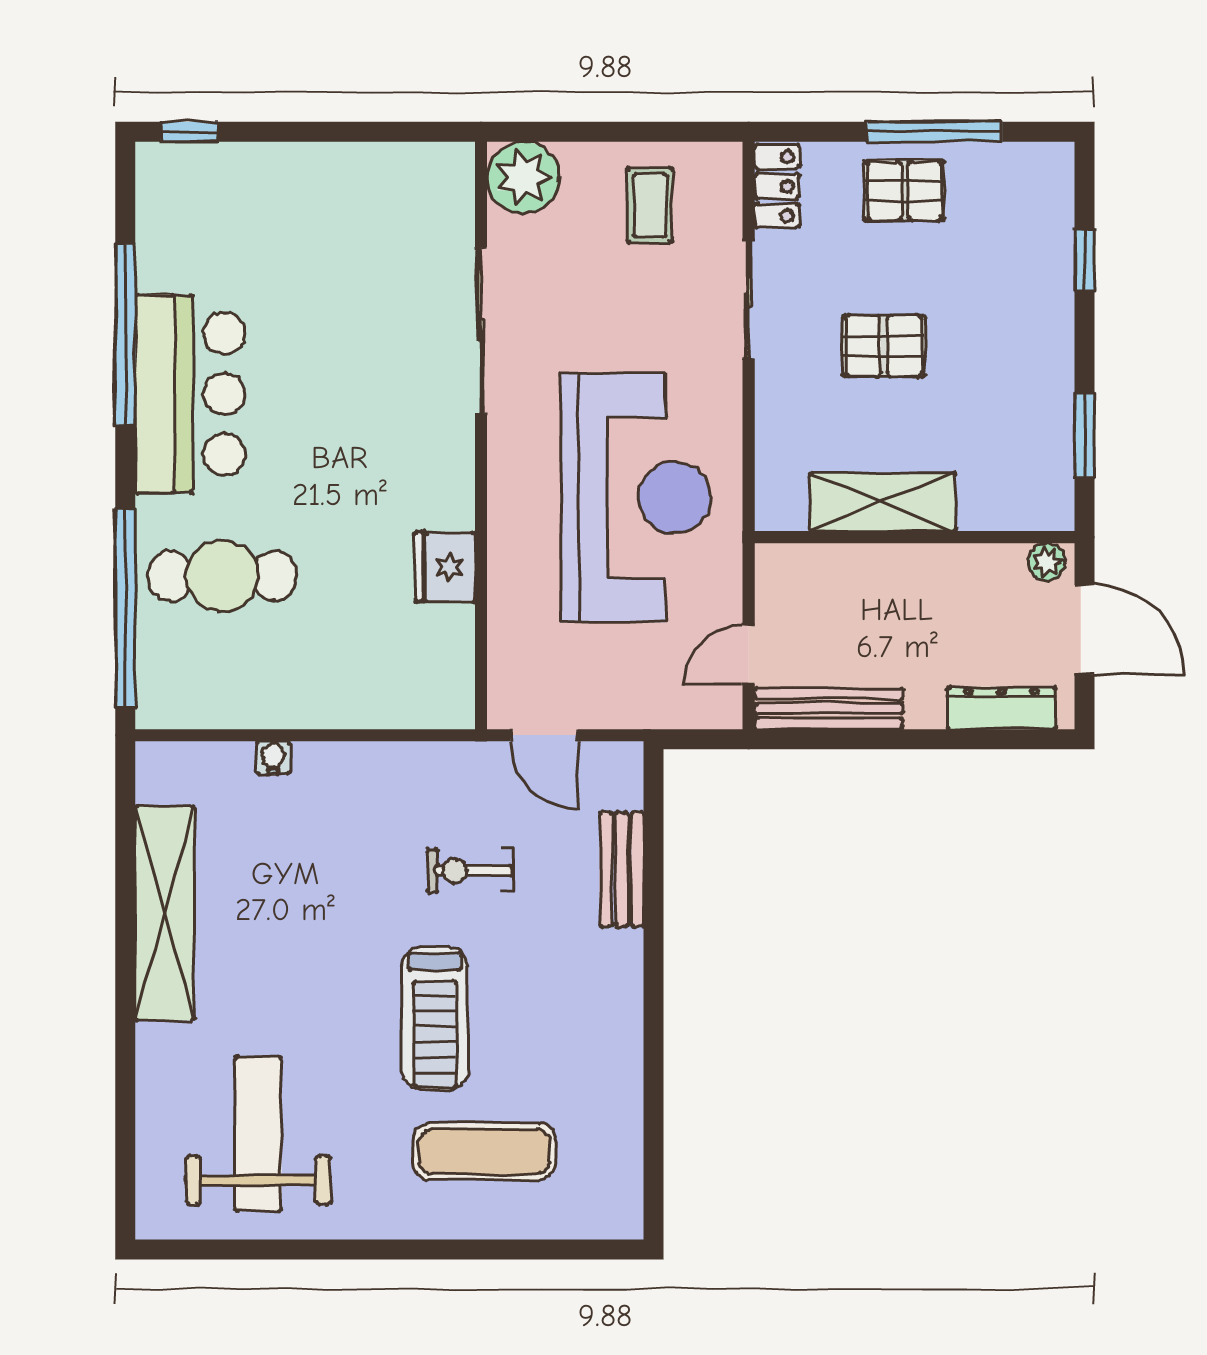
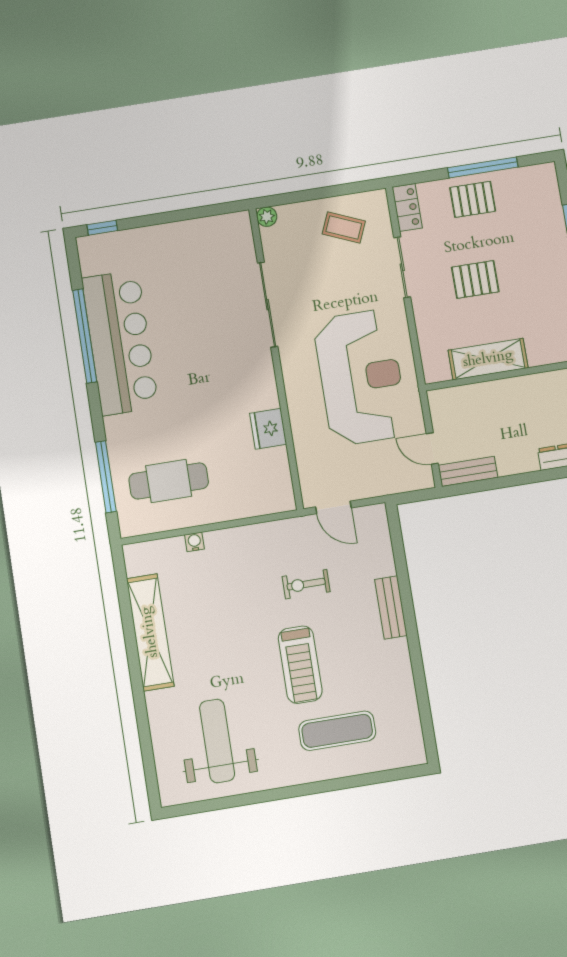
plant: (523, 178) -> (267, 217), width x0.53, depth x0.53
coffee table: (650, 205) -> (344, 227), turned -67
bar counter: (190, 394) -> (120, 343), width x1.36
cafe table: (222, 576) -> (169, 481), moved
window: (125, 608) -> (106, 477), width x0.68
door: (749, 655) -> (432, 449), hinge flipped
bench: (829, 709) -> (468, 471), width x0.73
bench: (622, 869) -> (391, 607), moved

